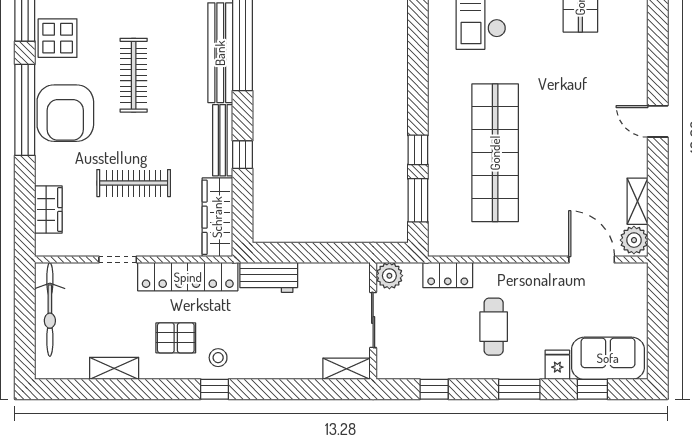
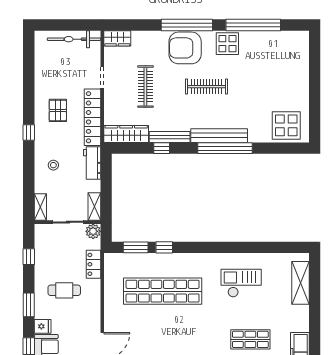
wardrobe: (48, 210) -> (117, 38), moved
stool: (218, 358) -> (53, 165), moved
shelving: (114, 368) -> (94, 207), moved

